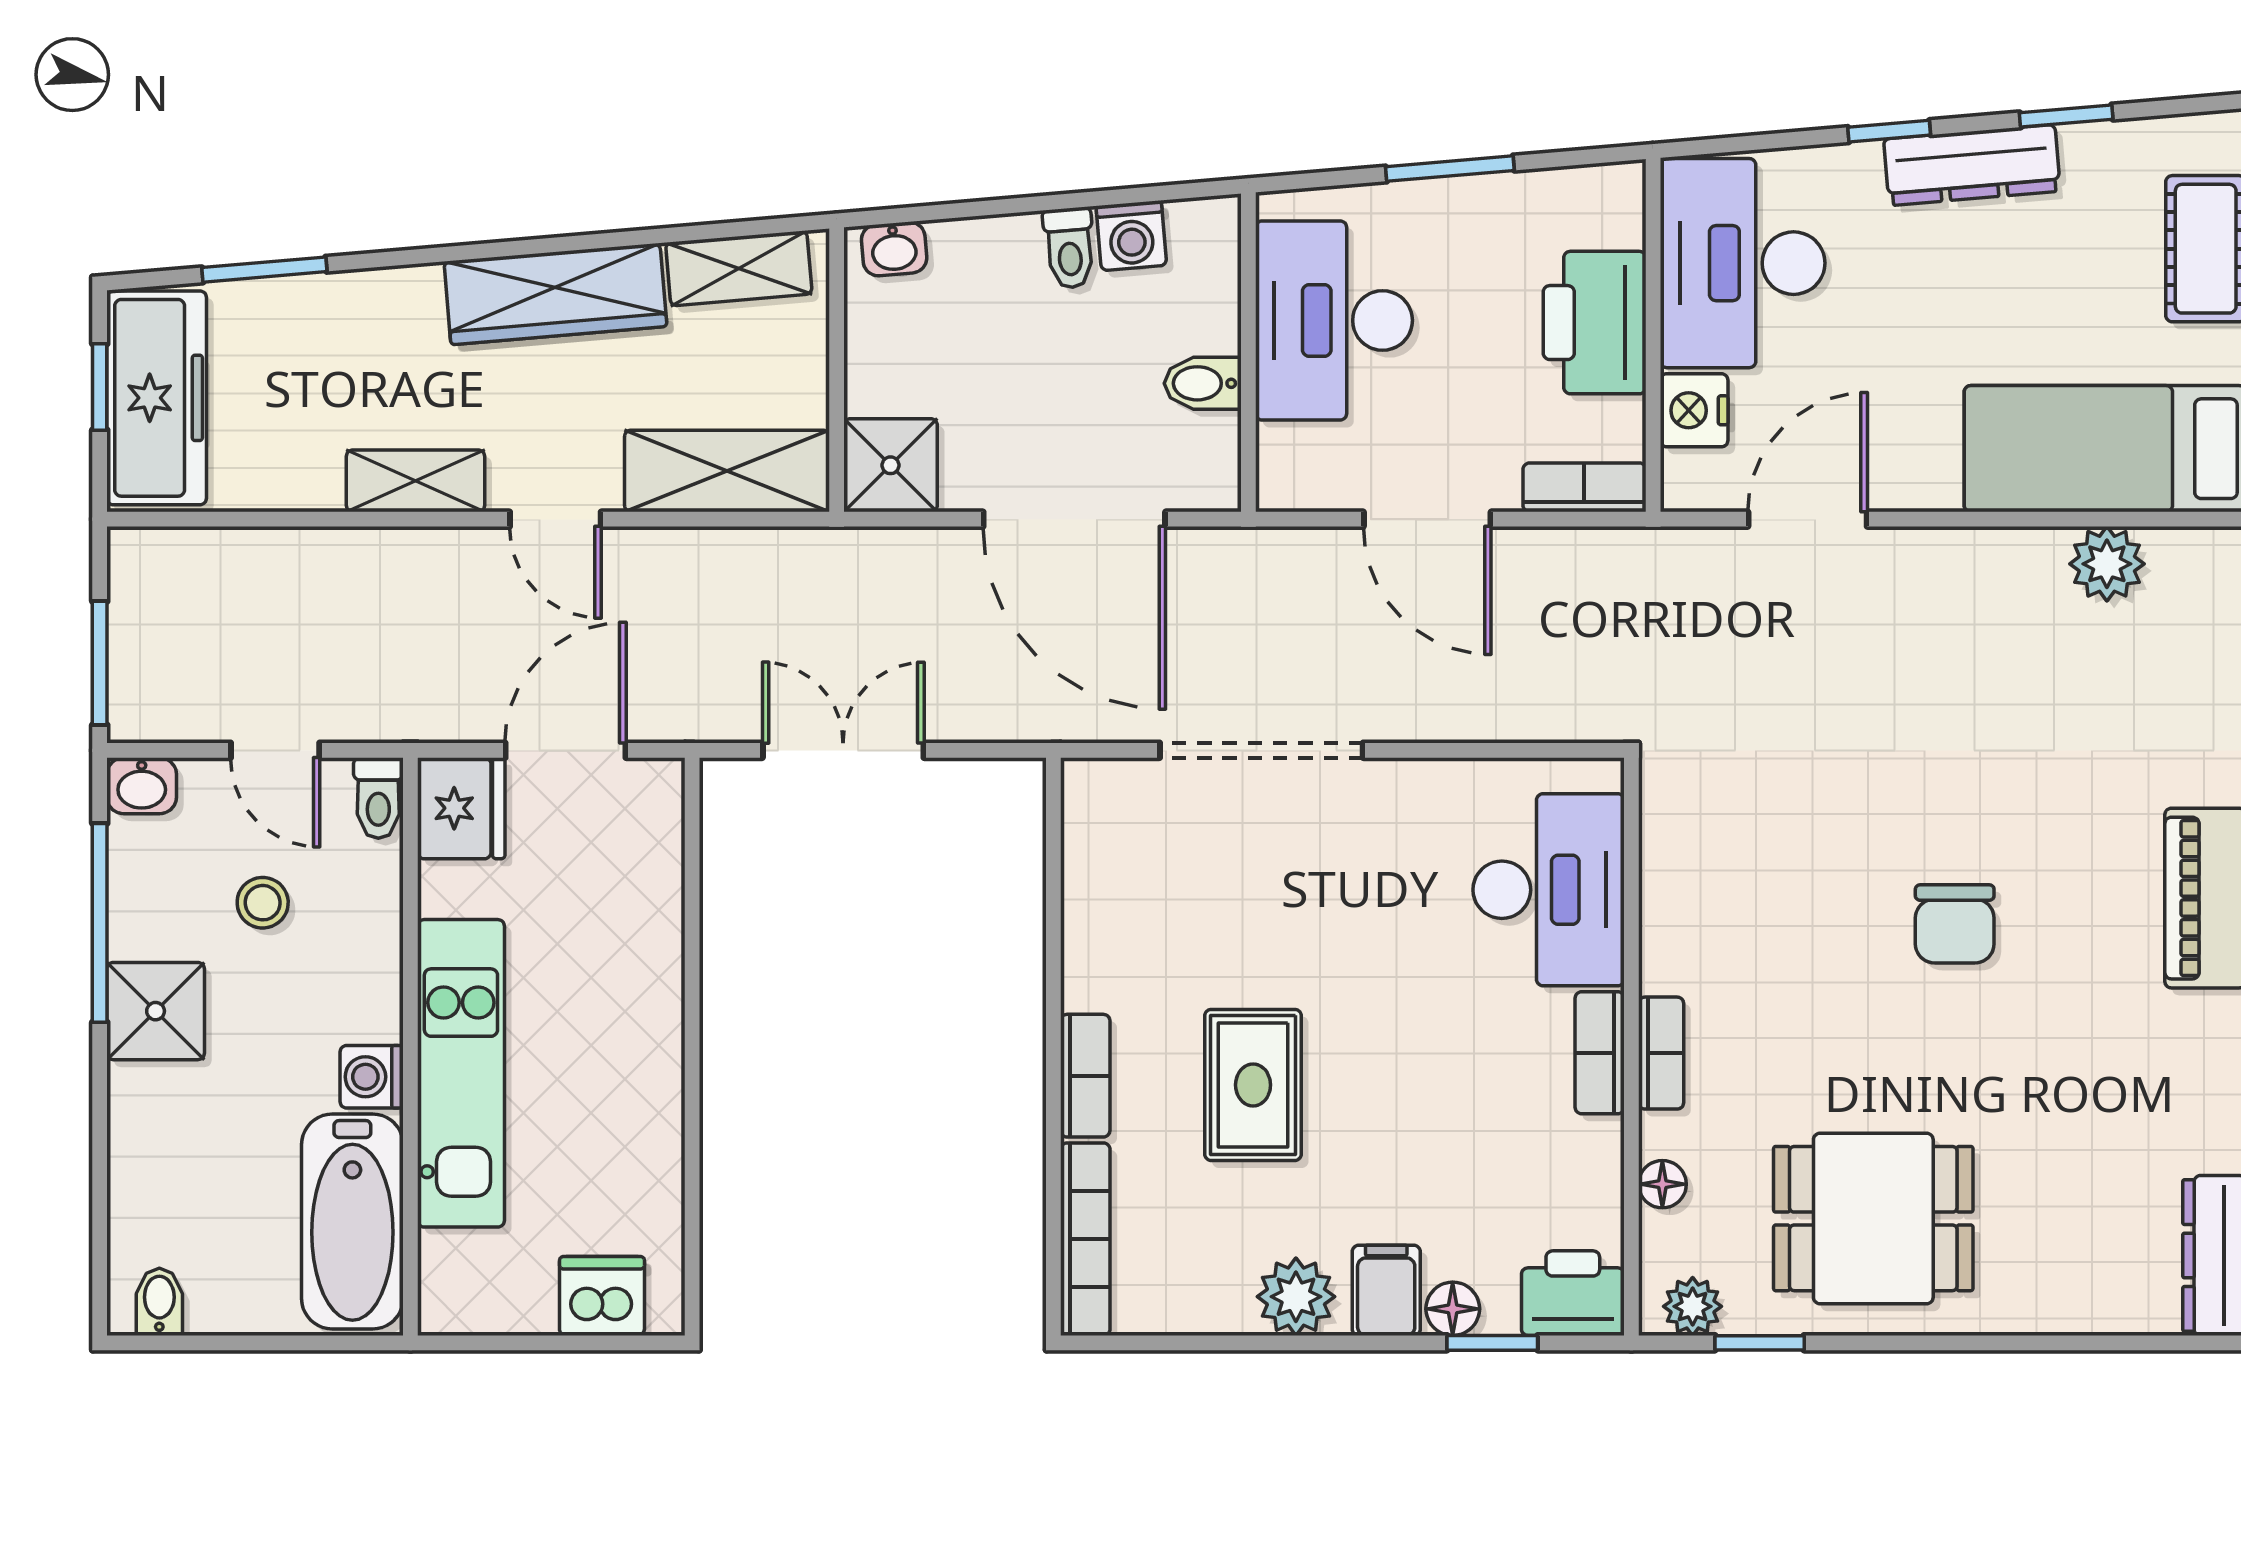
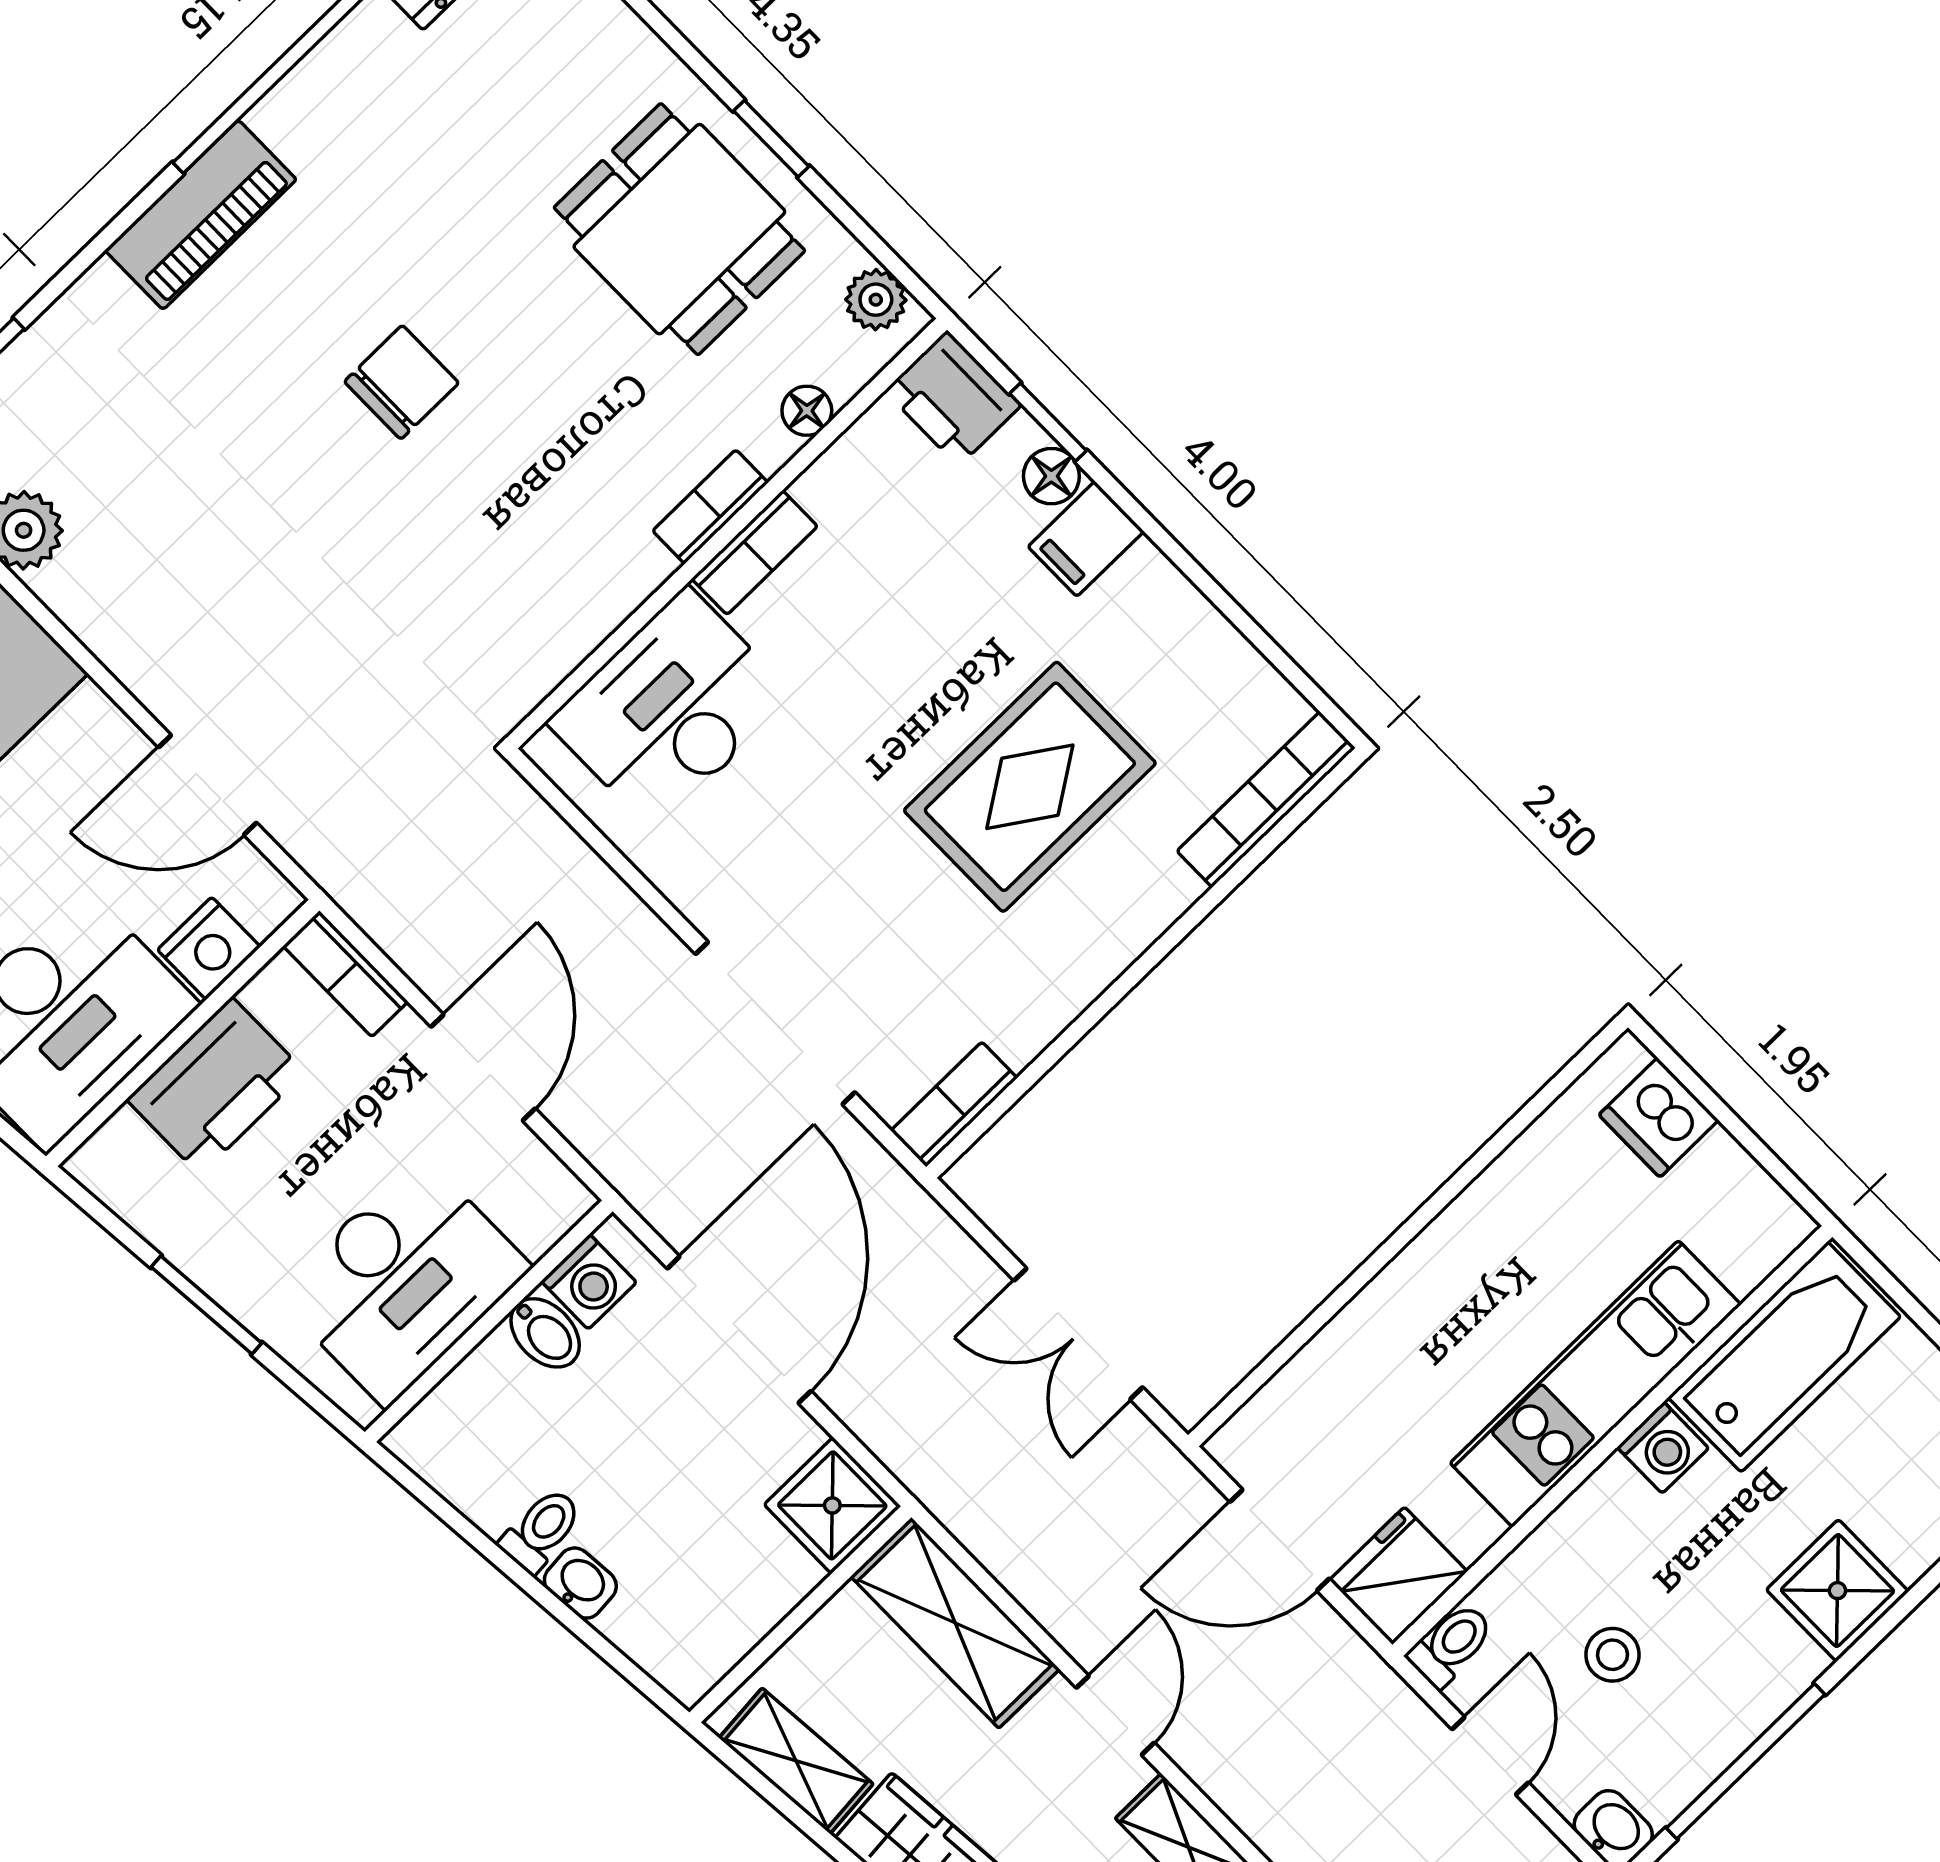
washing machine: (1131, 236) -> (589, 1282), moved, turned 95
washbasin: (894, 249) -> (580, 1583), moved
shower: (156, 1011) -> (1837, 1591), moved
bookcase: (1085, 1076) -> (954, 1104), moved
rug: (1253, 1085) -> (1030, 787), width x1.36, depth x1.43
plant: (1296, 1297) -> (1156, 601), removed
window: (1760, 1343) -> (771, 139), moved

